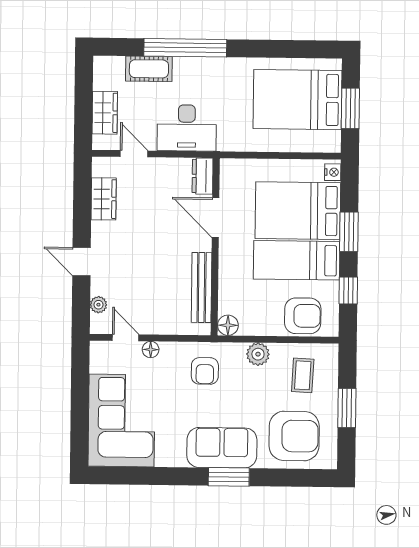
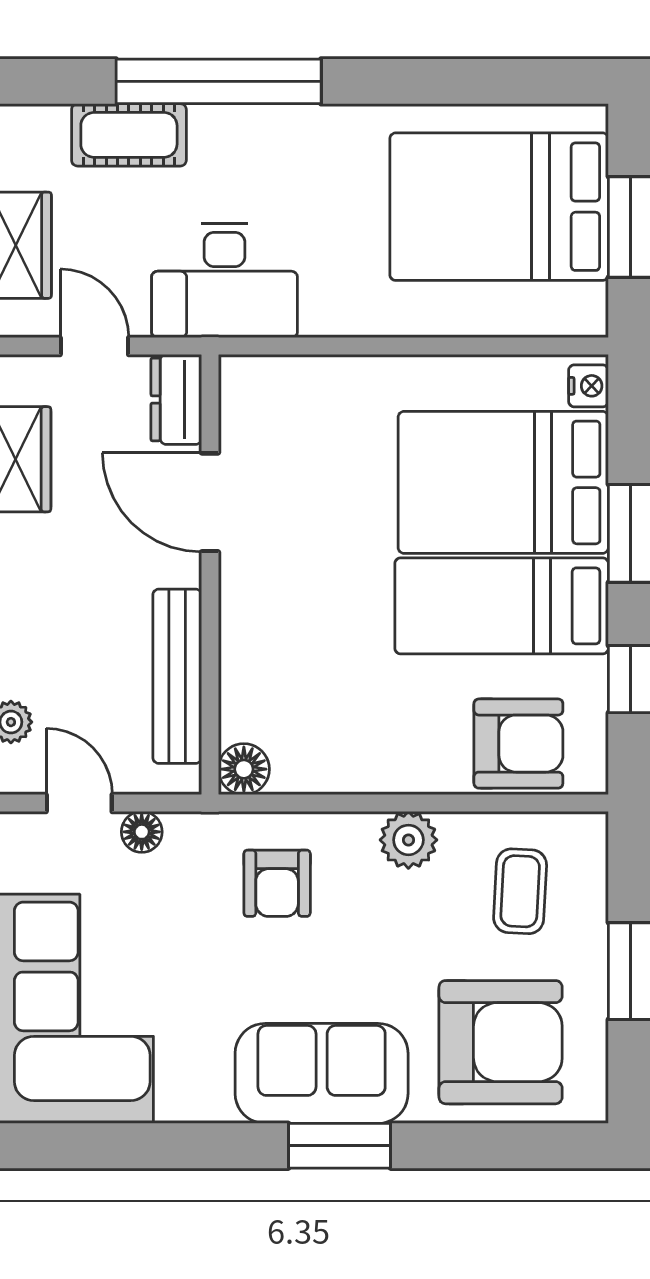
dresser: (203, 176) -> (176, 399), moved
door: (216, 218) -> (210, 502), moved
wall: (215, 247) -> (210, 575), moved
bench: (202, 287) -> (177, 676), moved
floor lamp: (228, 325) -> (244, 769), moved

